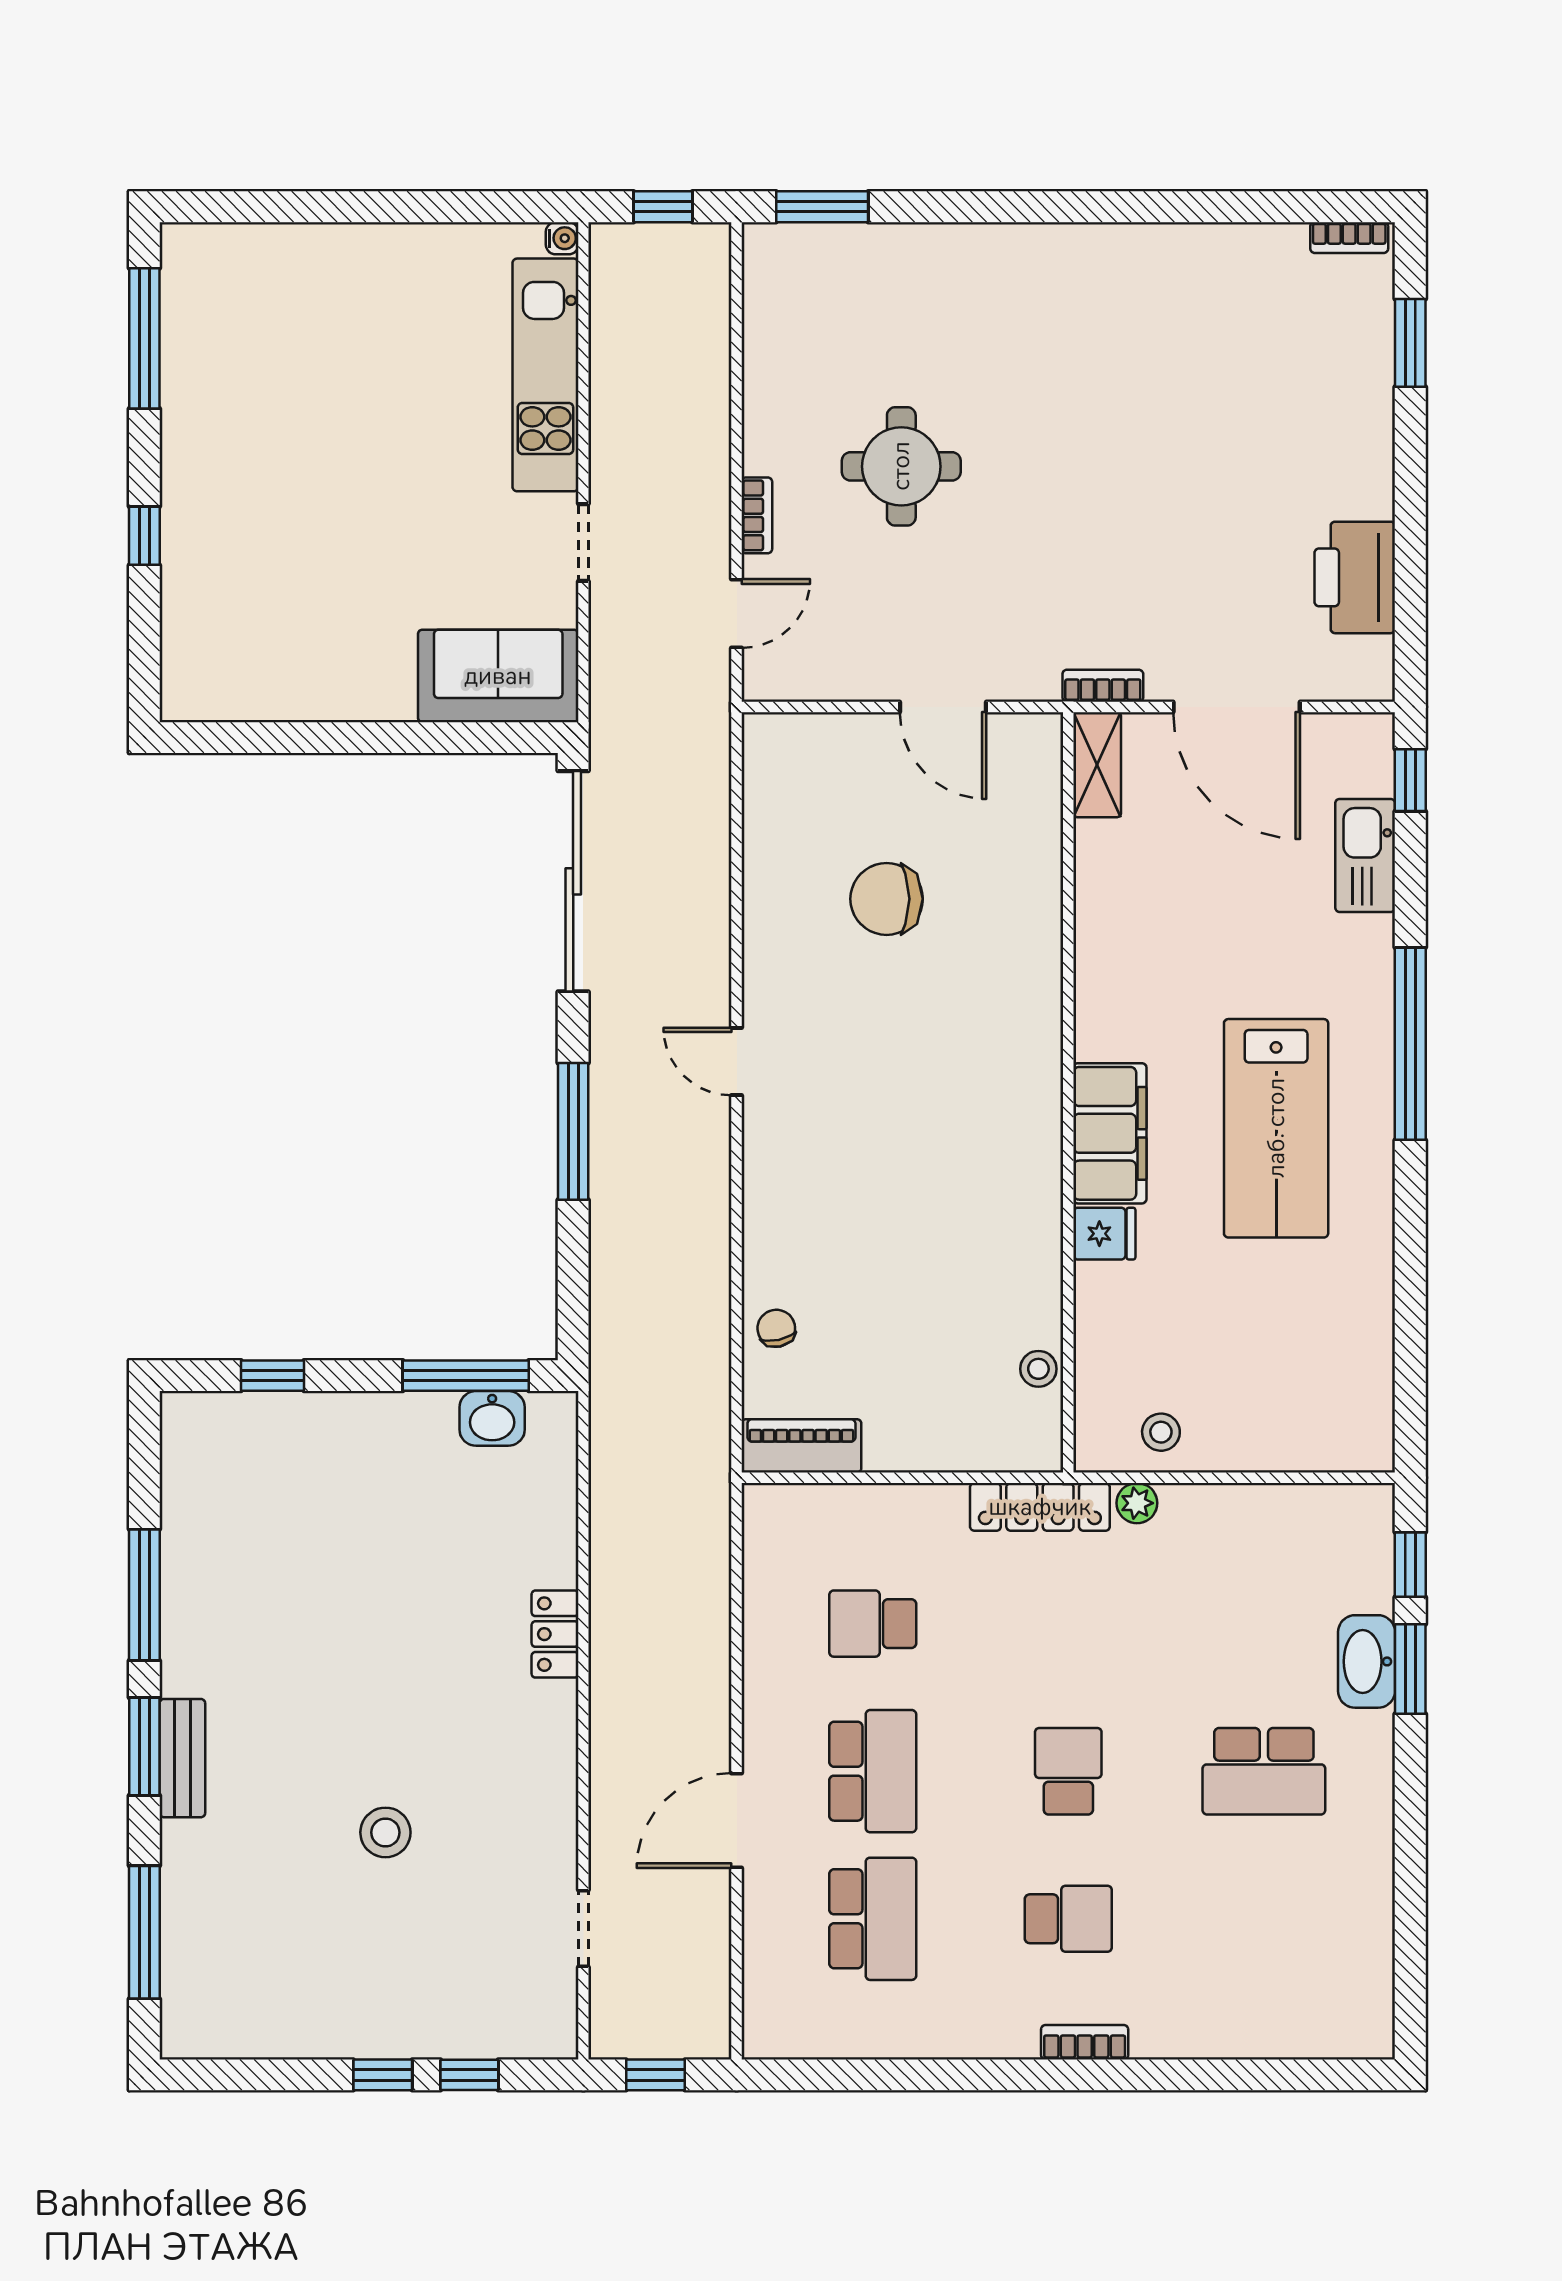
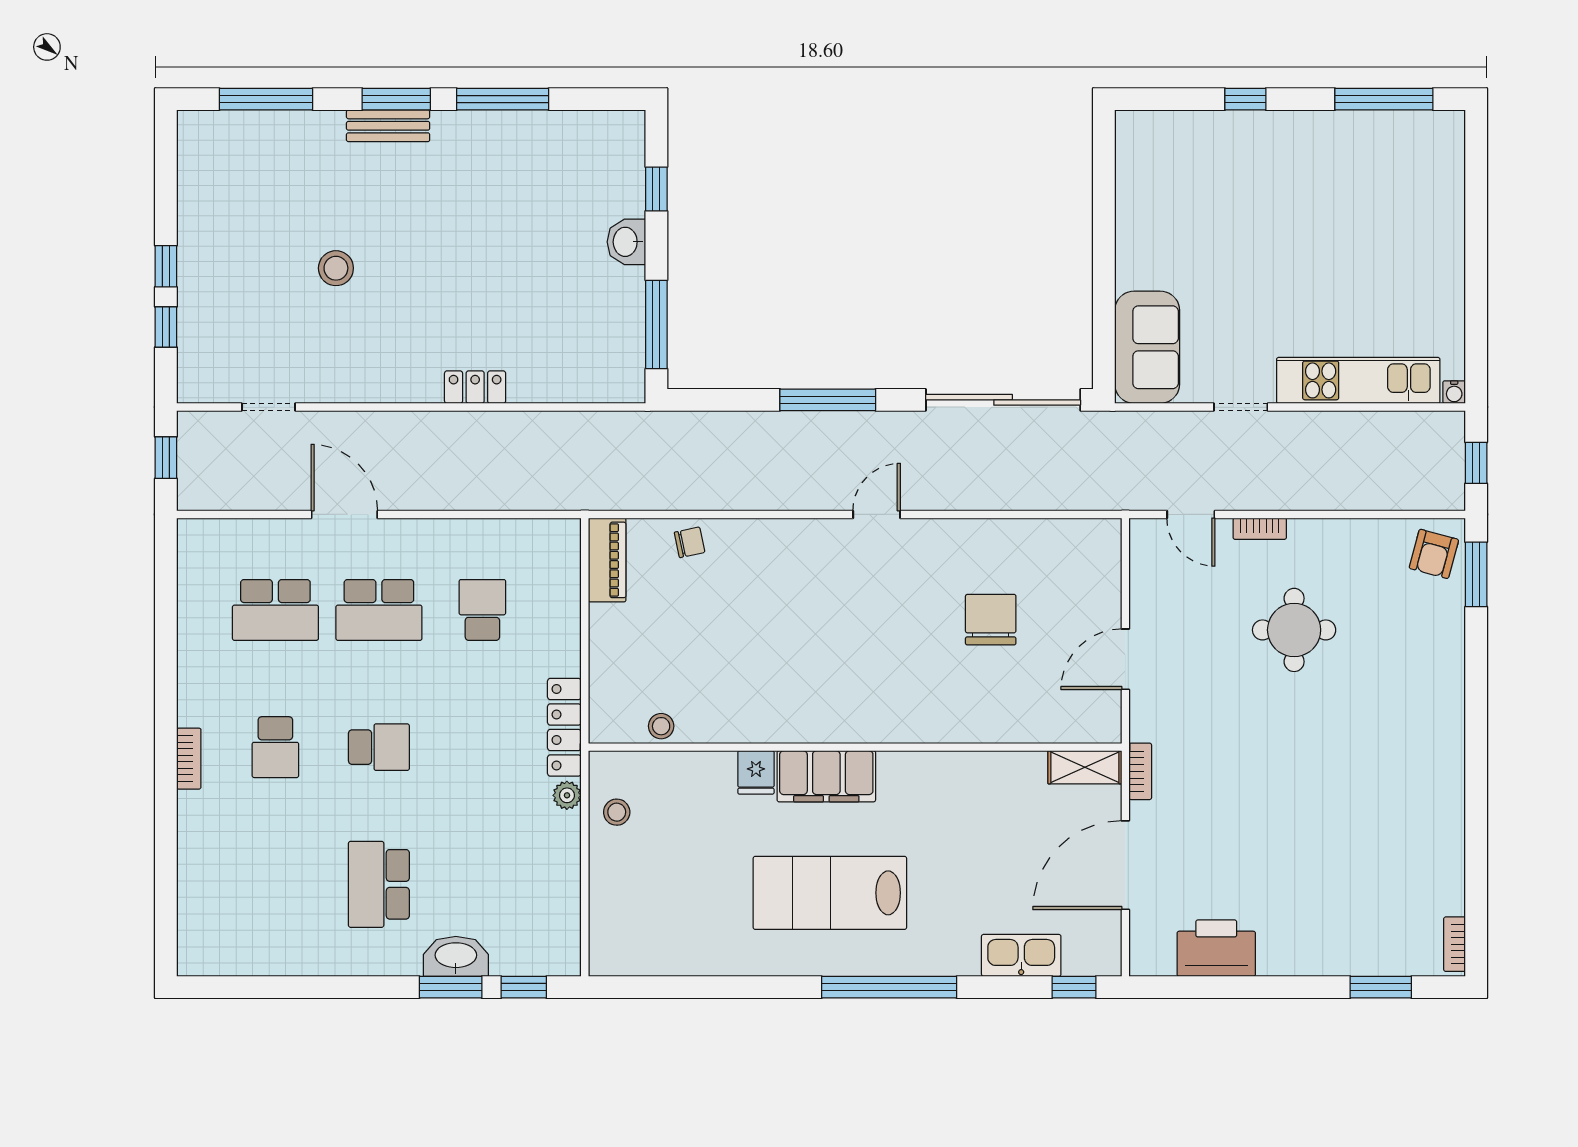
armchair: (793, 267) -> (1434, 554), added
washbasin: (492, 1418) -> (626, 242), moved

